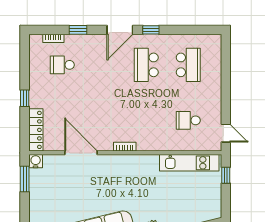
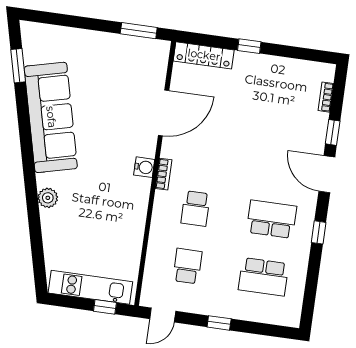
door: (120, 30) -> (327, 174), moved
school desk: (62, 65) -> (196, 208), moved, turned 180
window: (226, 92) -> (219, 323), added
water cooler: (36, 161) -> (144, 167), moved
kitchen unit: (189, 163) -> (90, 287), moved, turned 90

